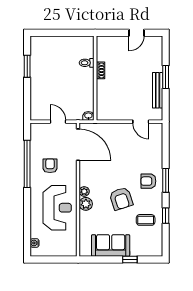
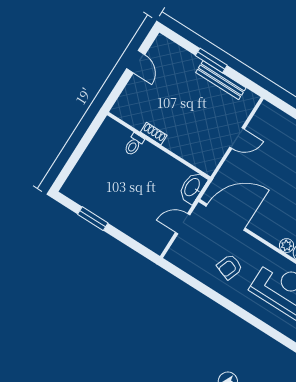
washbasin: (88, 116) -> (193, 187), width x1.91, depth x1.45
door: (141, 122) -> (237, 138), moved
window: (27, 164) -> (210, 293), removed
armchair: (50, 166) -> (230, 267), turned -70

